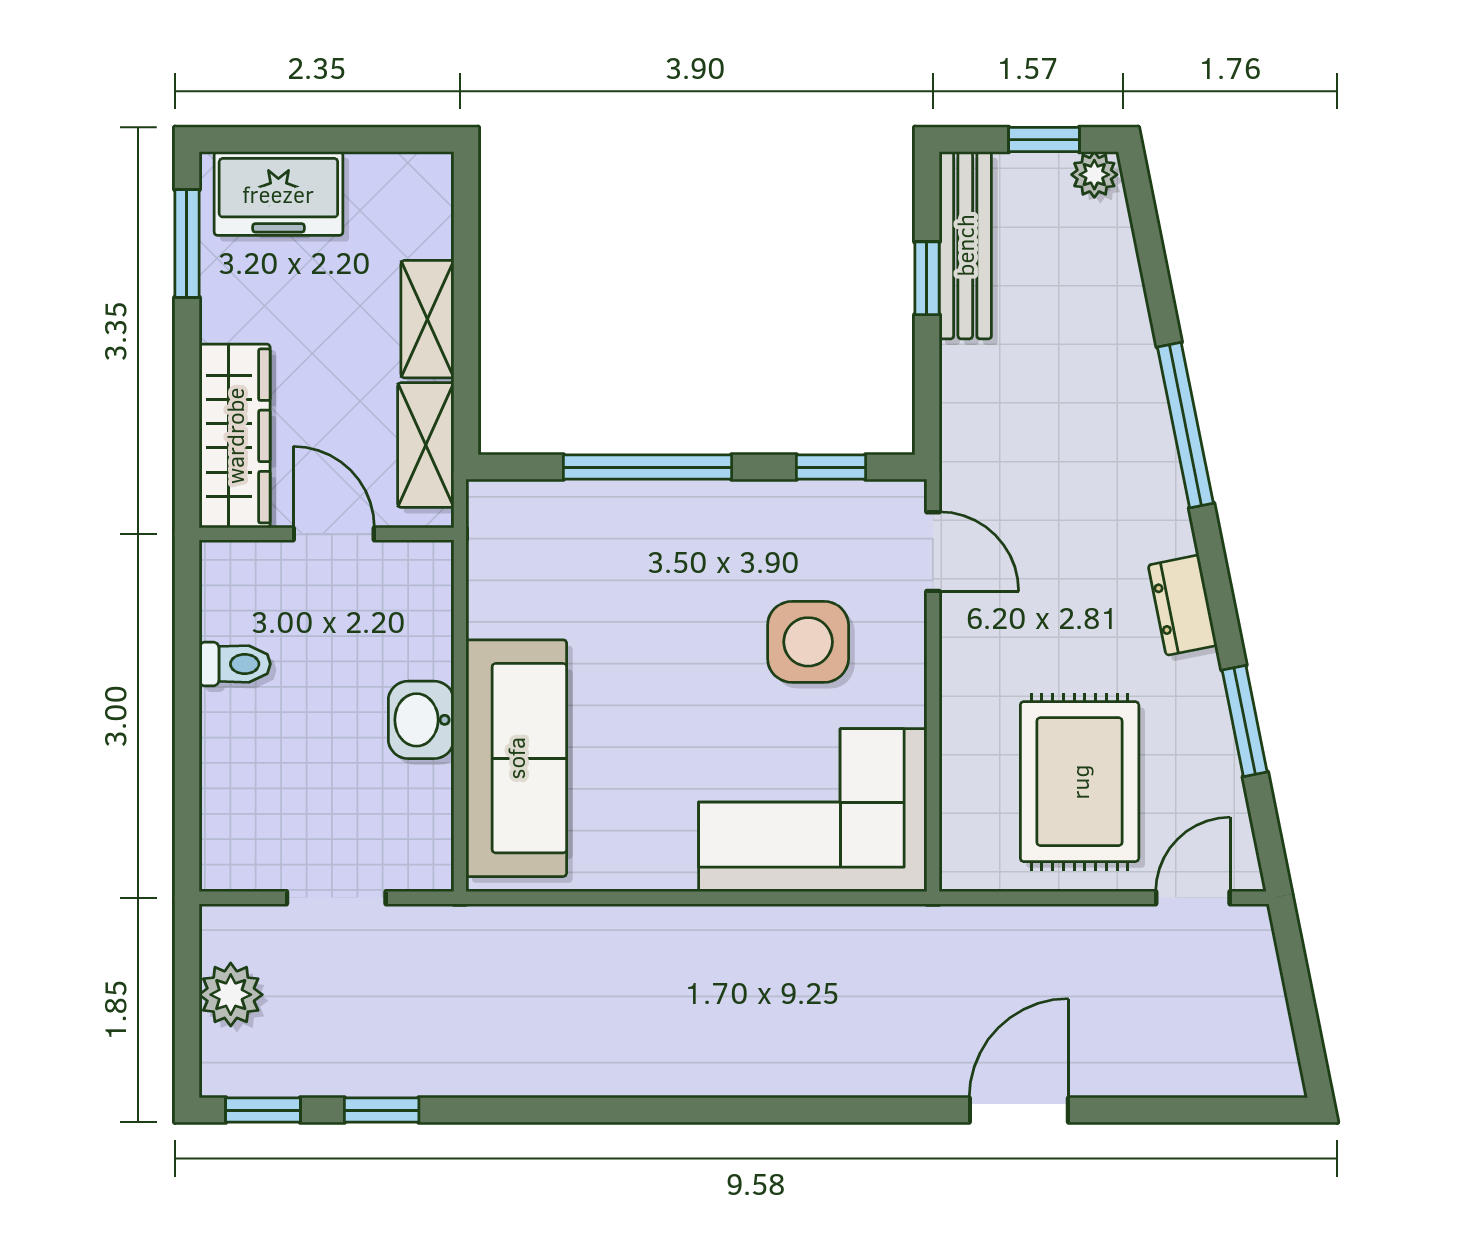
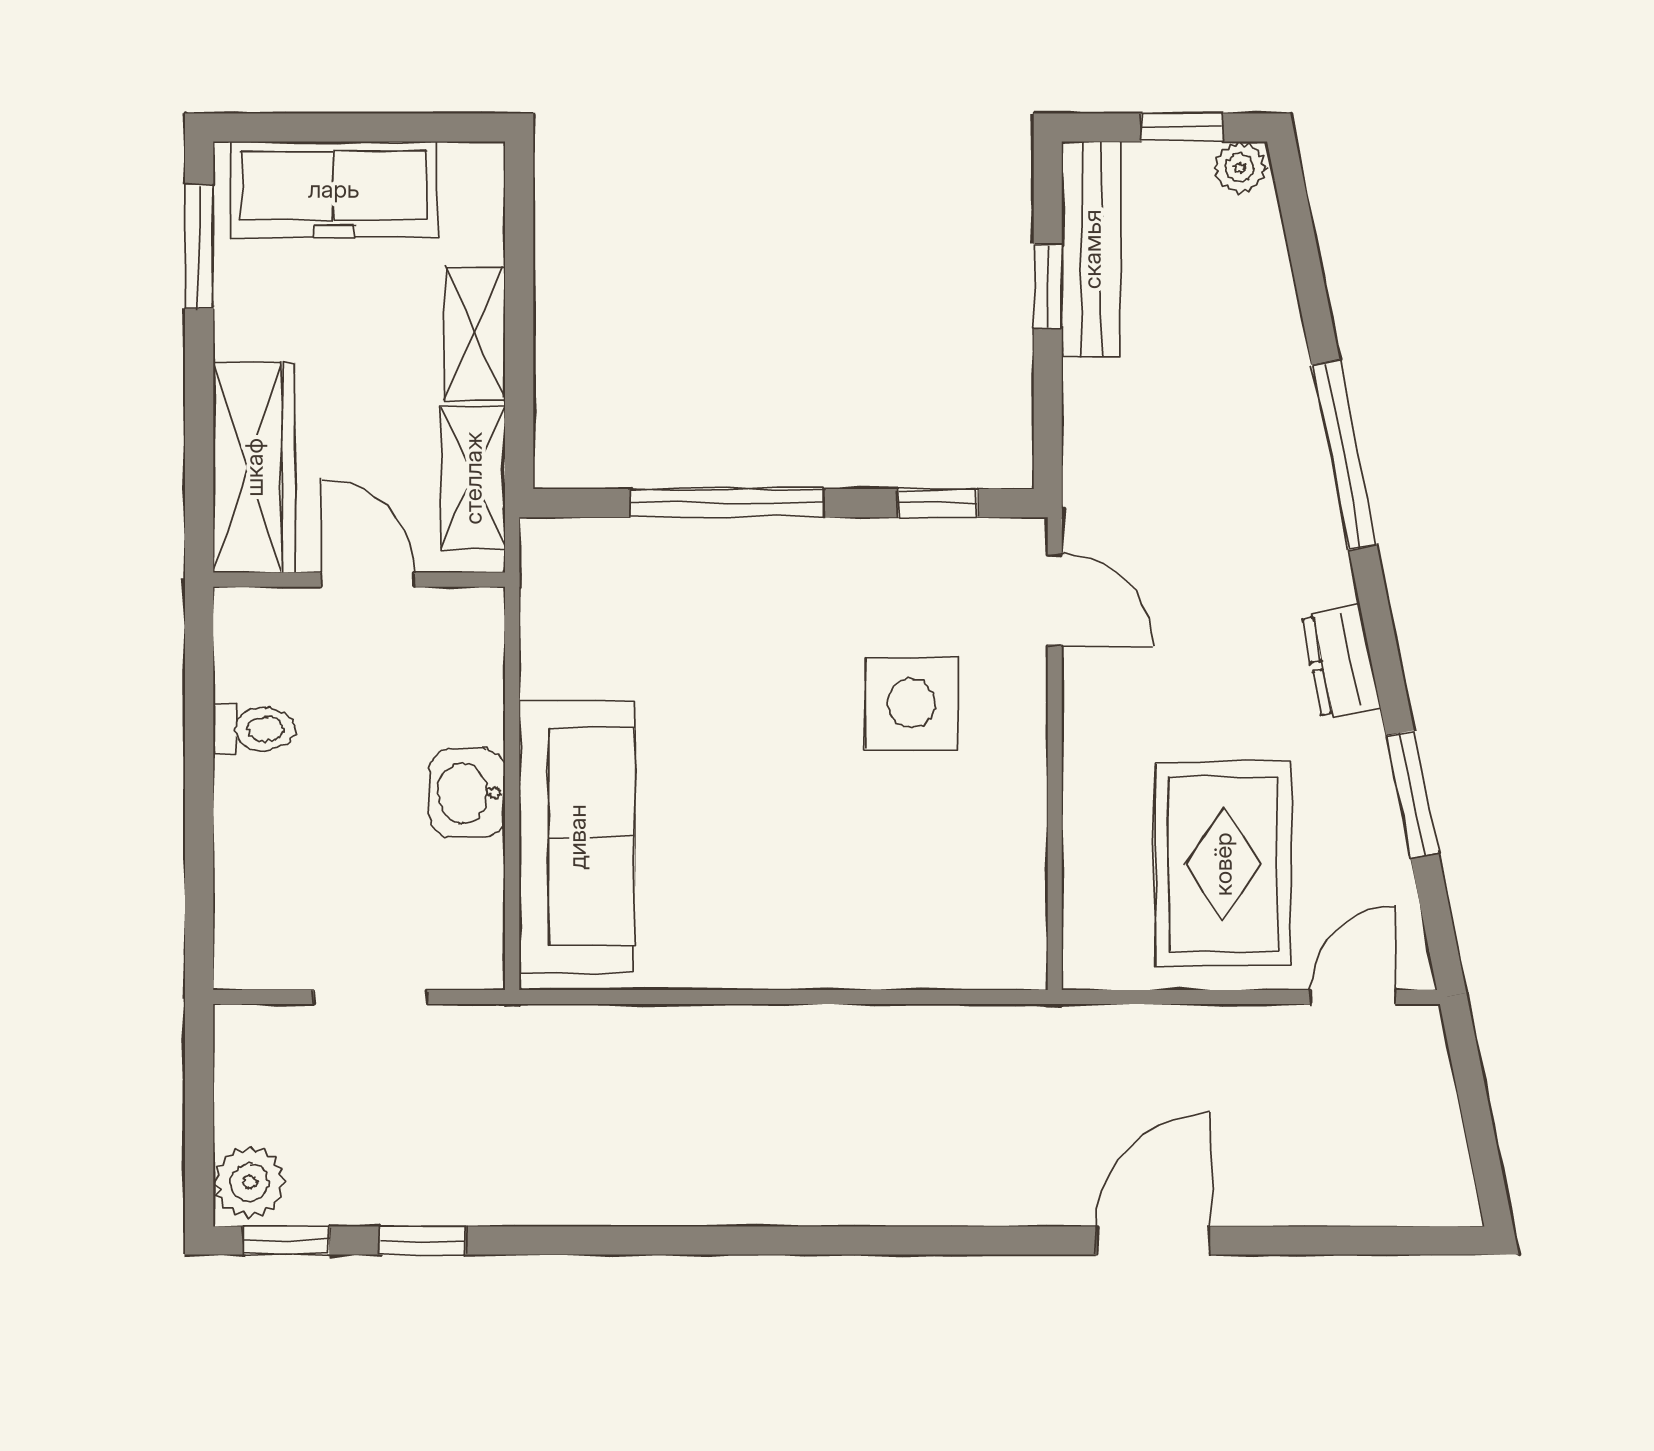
freezer: (278, 194) -> (334, 189), width x1.40
corner sofa: (813, 810) -> (917, 897), removed
plant: (231, 995) -> (249, 1182), moved

